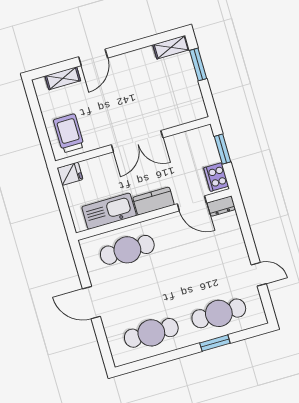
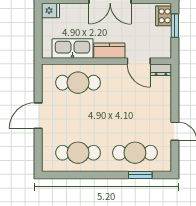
cooker: (216, 177) -> (164, 16), moved
door: (91, 303) -> (38, 116), hinge flipped
window: (215, 343) -> (140, 175), moved

